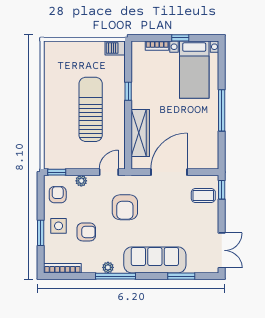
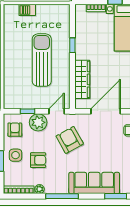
barbecue: (115, 48) -> (27, 10), moved
window: (57, 172) -> (27, 111), moved
plant: (81, 181) -> (38, 122), width x1.87, depth x1.87
armchair: (125, 207) -> (70, 140), turned 151
plant: (108, 267) -> (39, 189), moved

